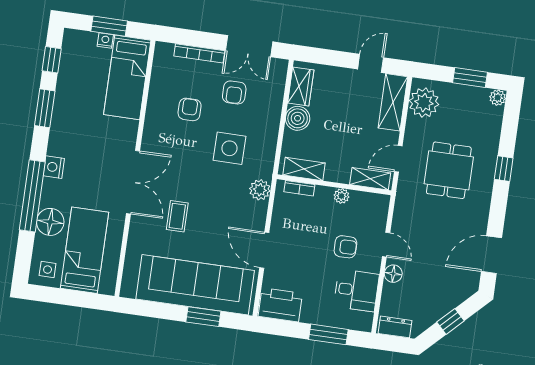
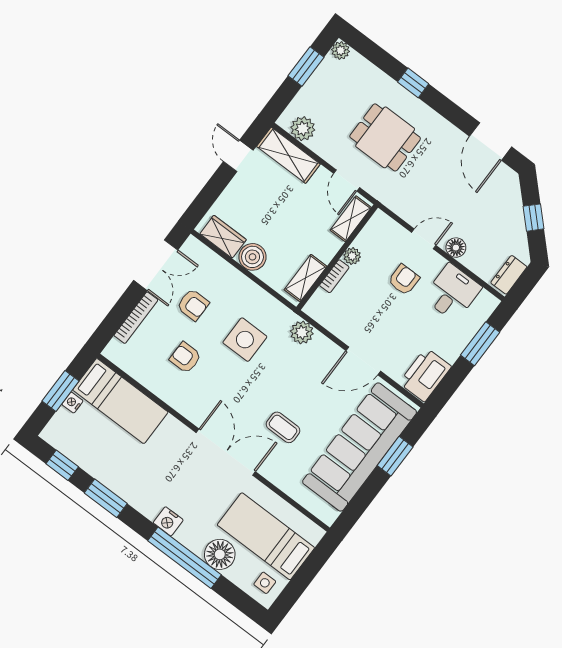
plant: (424, 103) -> (303, 129), width x0.73, depth x0.73
bookcase: (299, 188) -> (334, 276), moved

